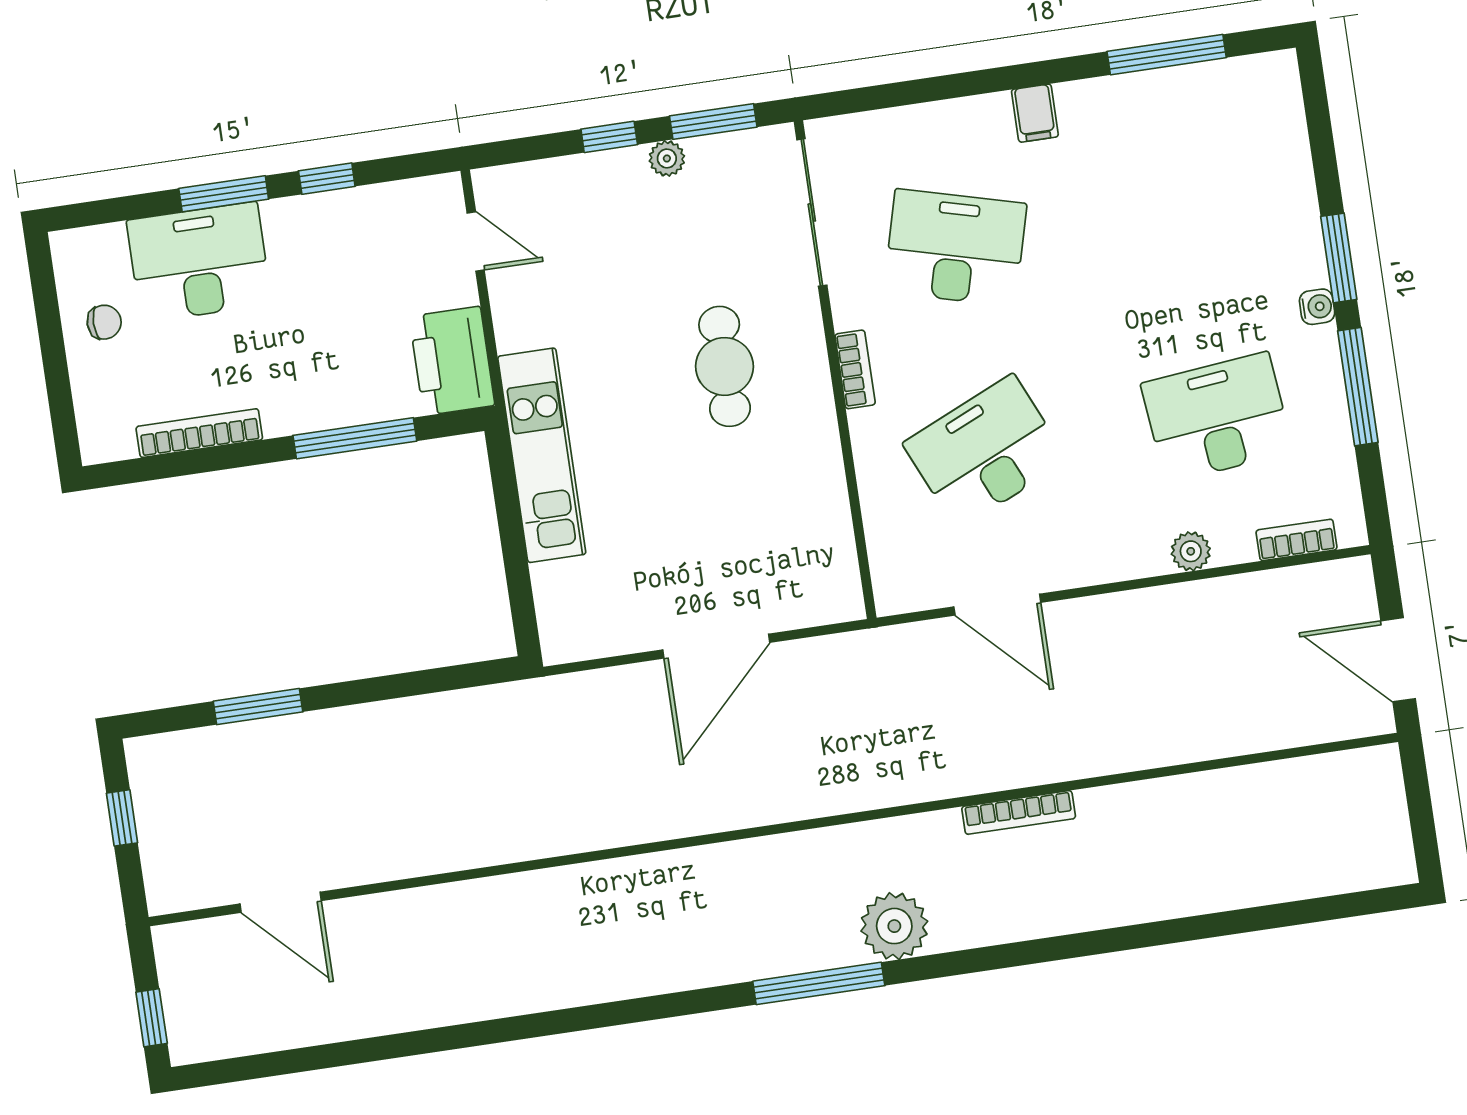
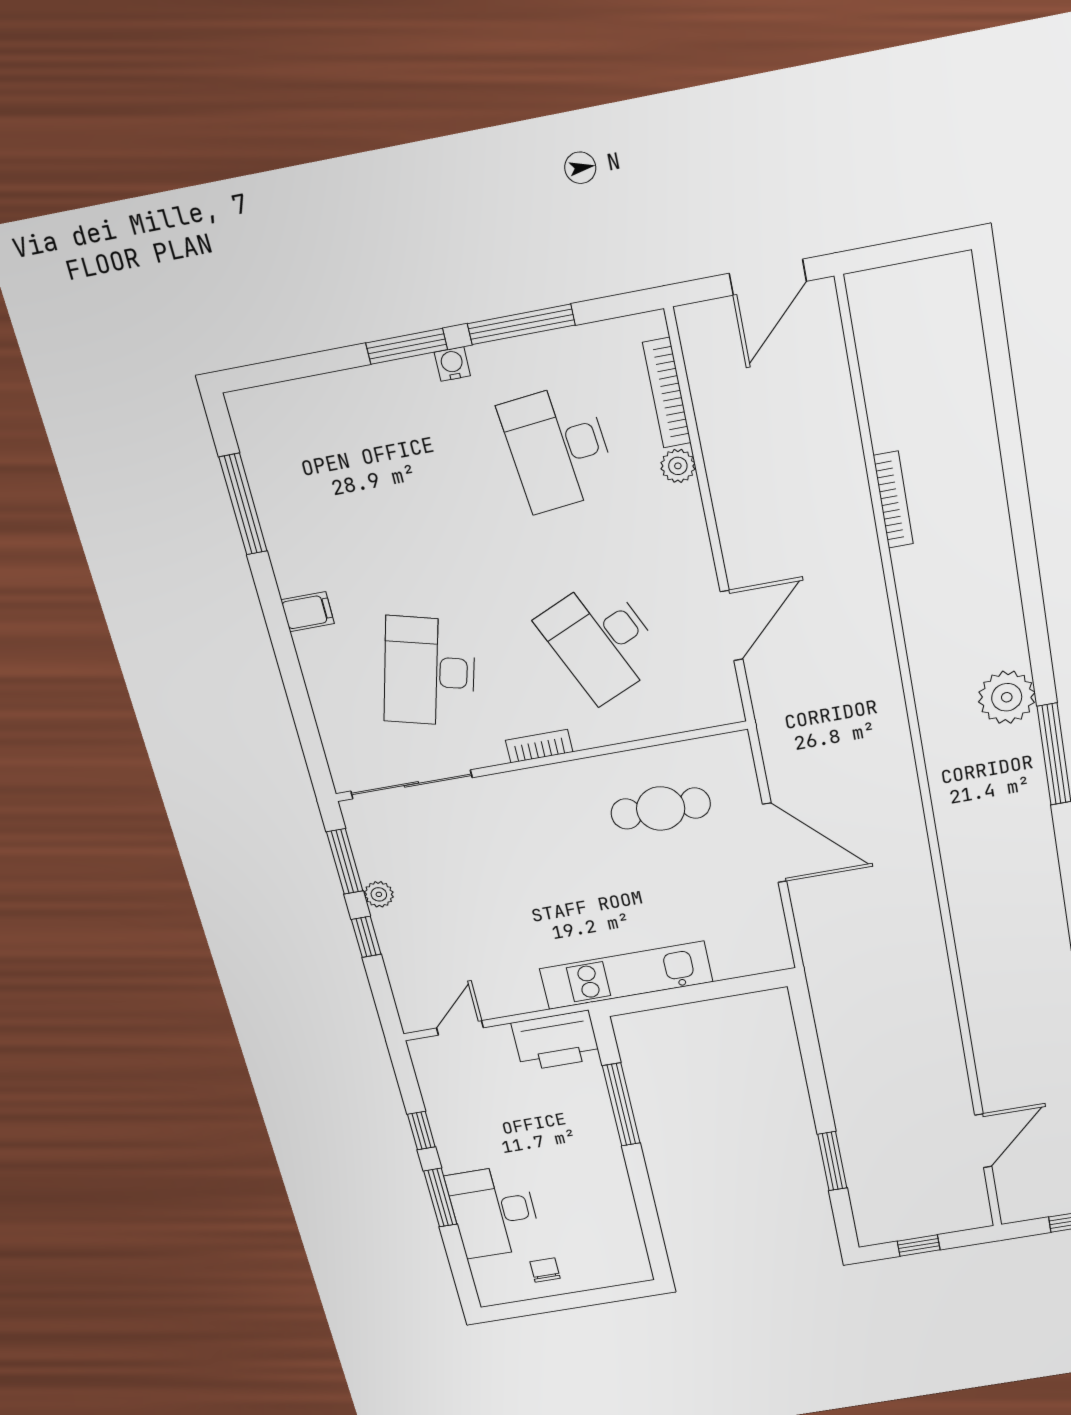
cafe table: (725, 366) -> (661, 809), moved
bookcase: (199, 433) -> (624, 1207), removed
bookcase: (1296, 540) -> (667, 393), width x1.56
bookcase: (1019, 812) -> (893, 500), moved

